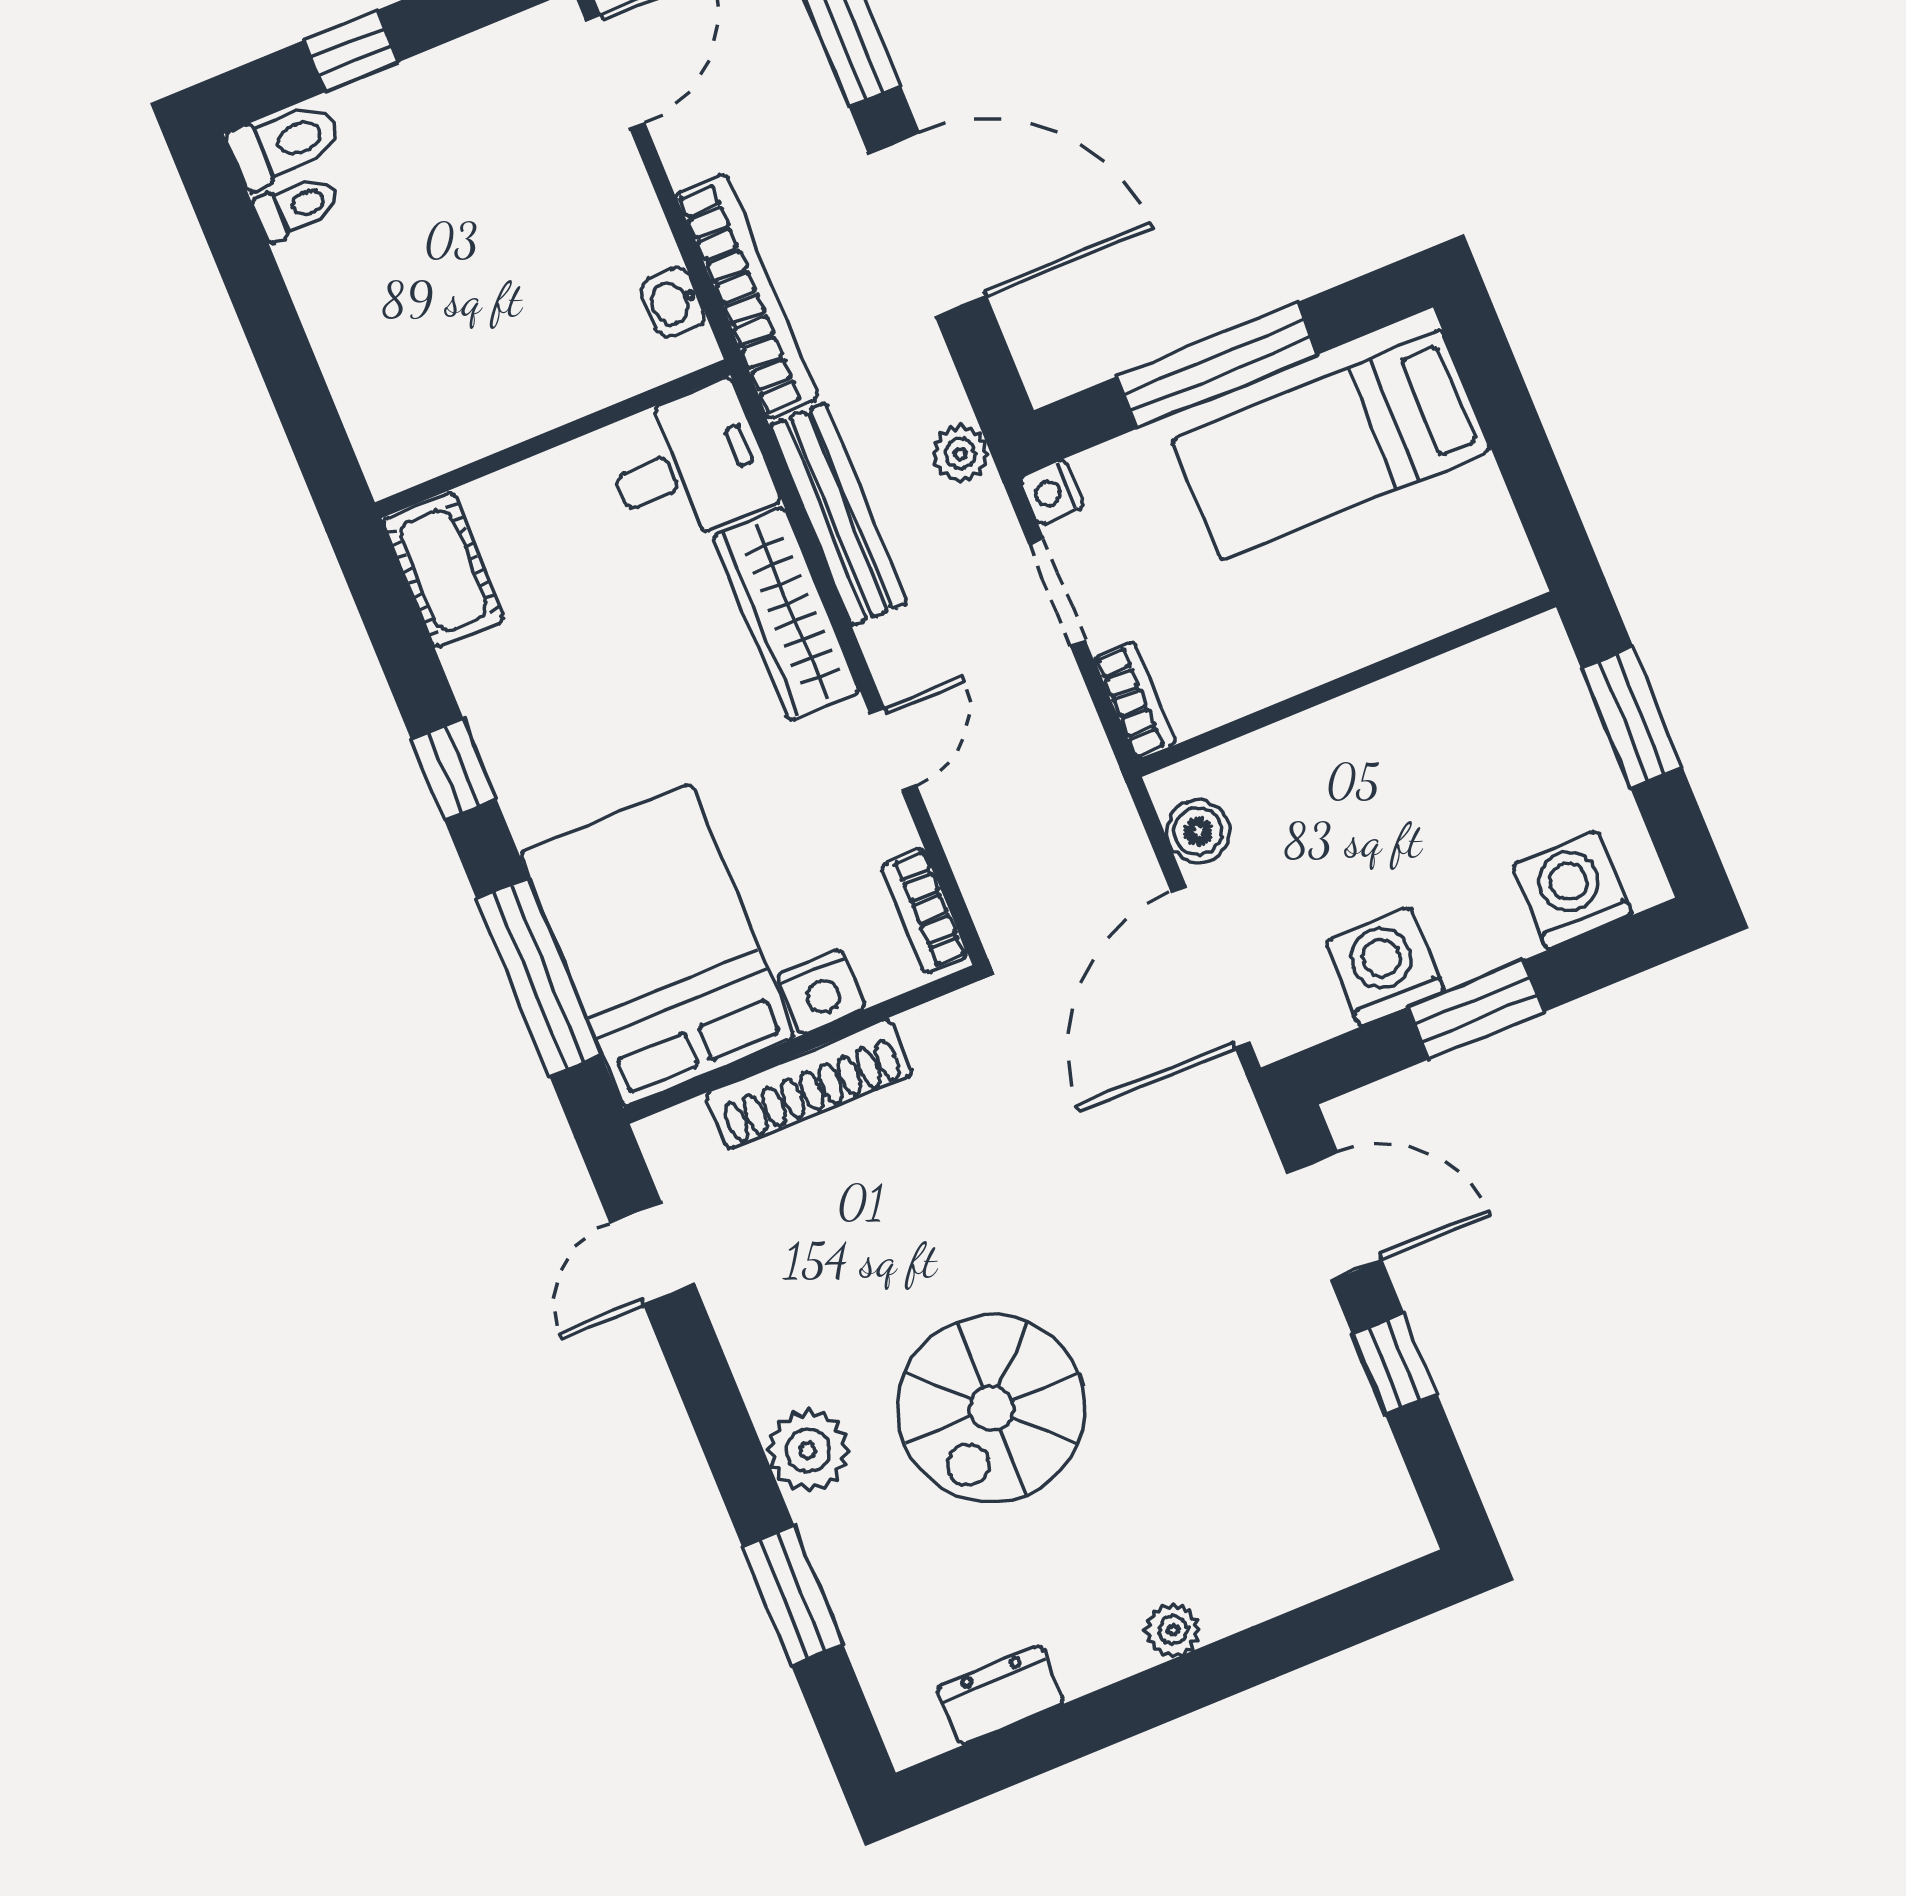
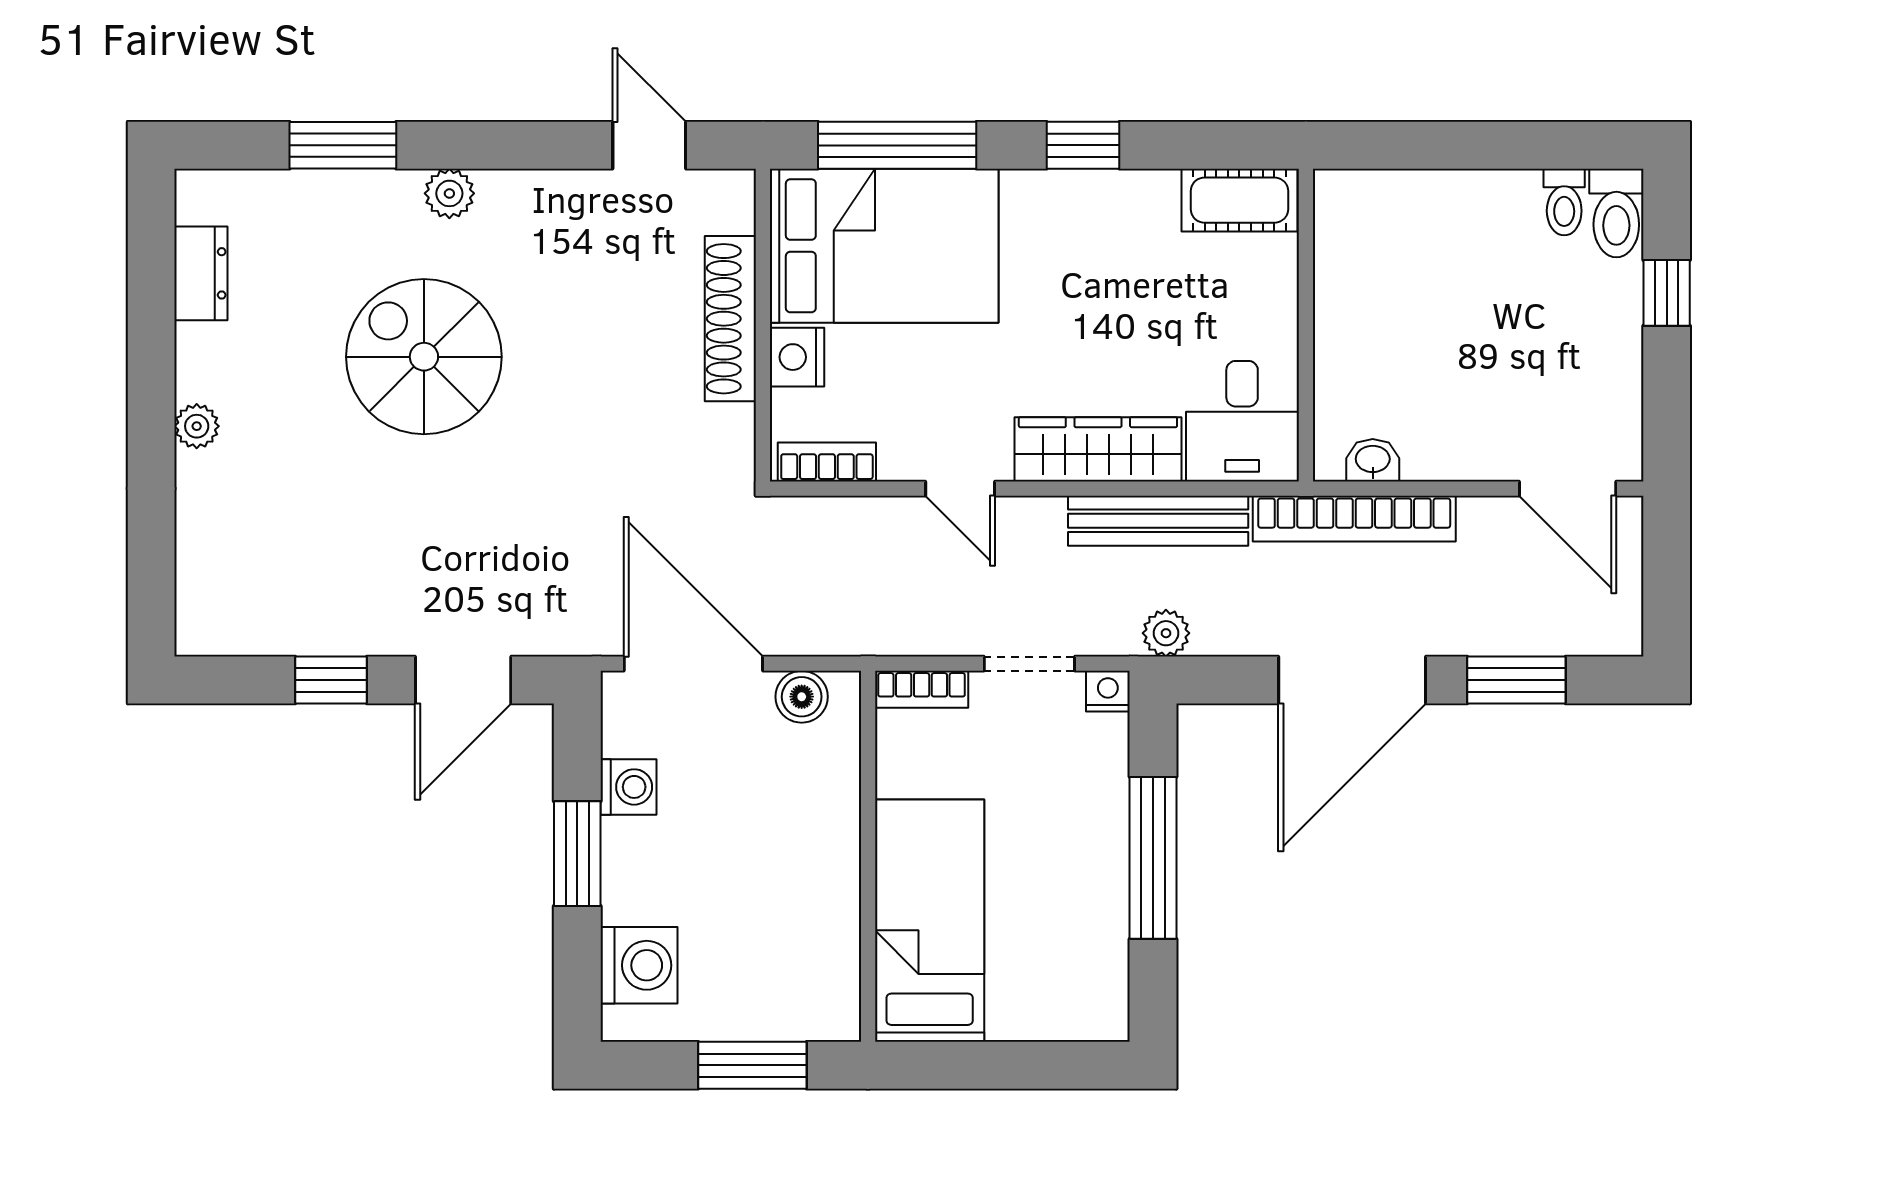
bed: (1331, 445) -> (930, 921), moved
washing machine: (1385, 967) -> (629, 787), width x0.73, depth x0.73
plant: (808, 1450) -> (449, 193), width x0.73, depth x0.73

